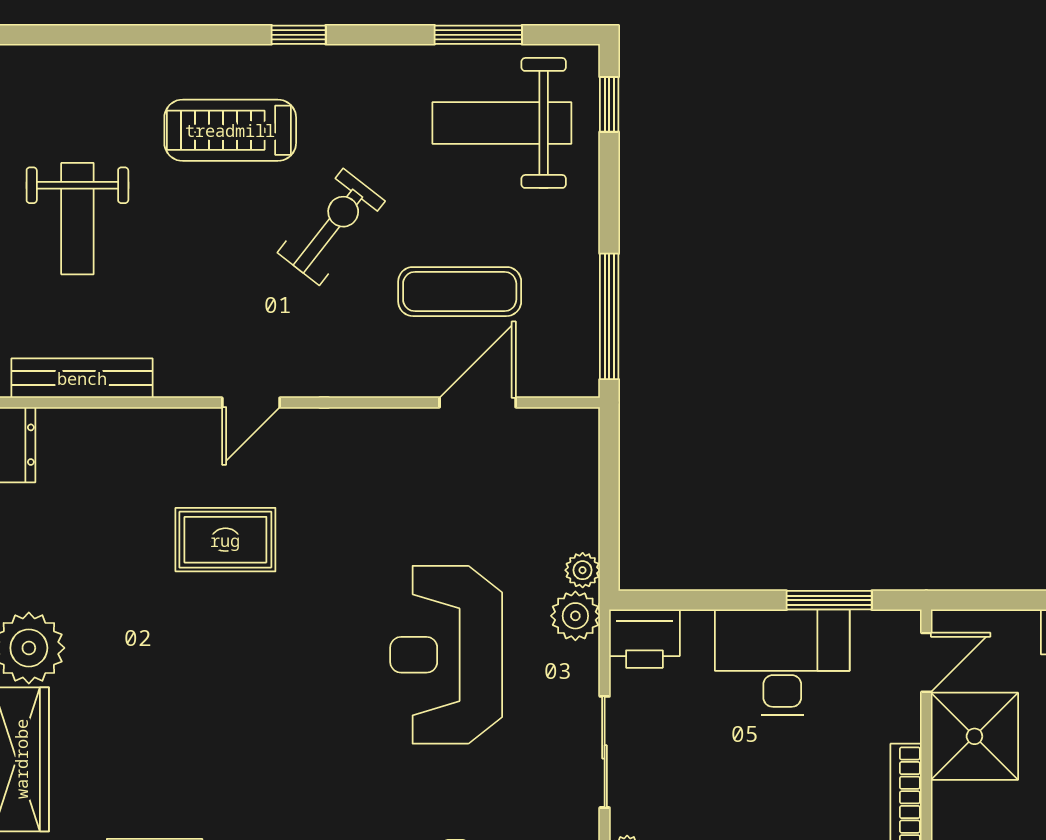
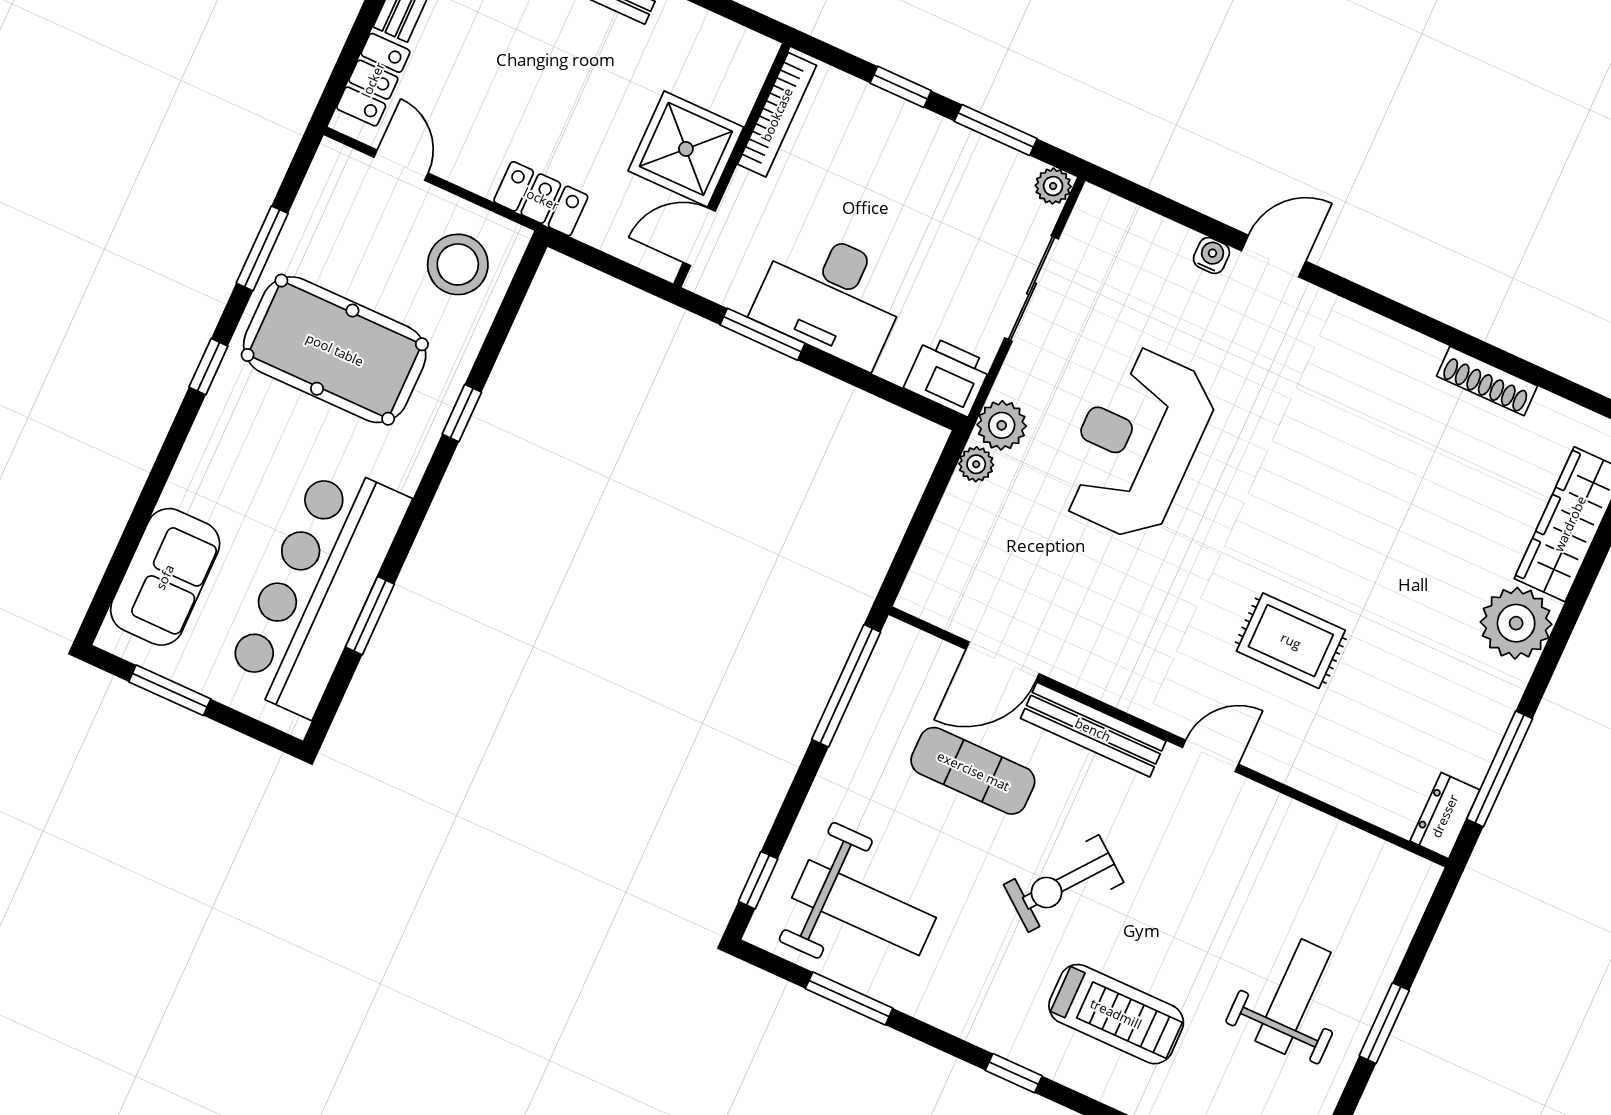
bench: (82, 378) -> (1093, 730), moved
reception desk: (446, 655) -> (1136, 443), turned 180

